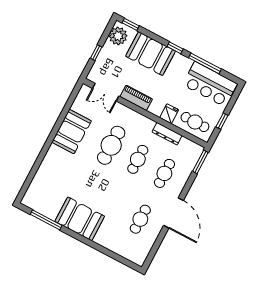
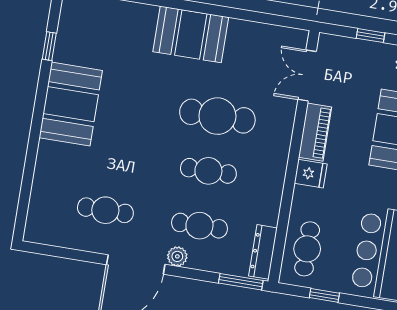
fridge: (169, 114) -> (311, 174), moved
booth: (72, 132) -> (191, 34), moved
dresser: (167, 134) -> (263, 252), moved
plant: (176, 190) -> (177, 256), added
window: (46, 220) -> (49, 46), width x0.46

